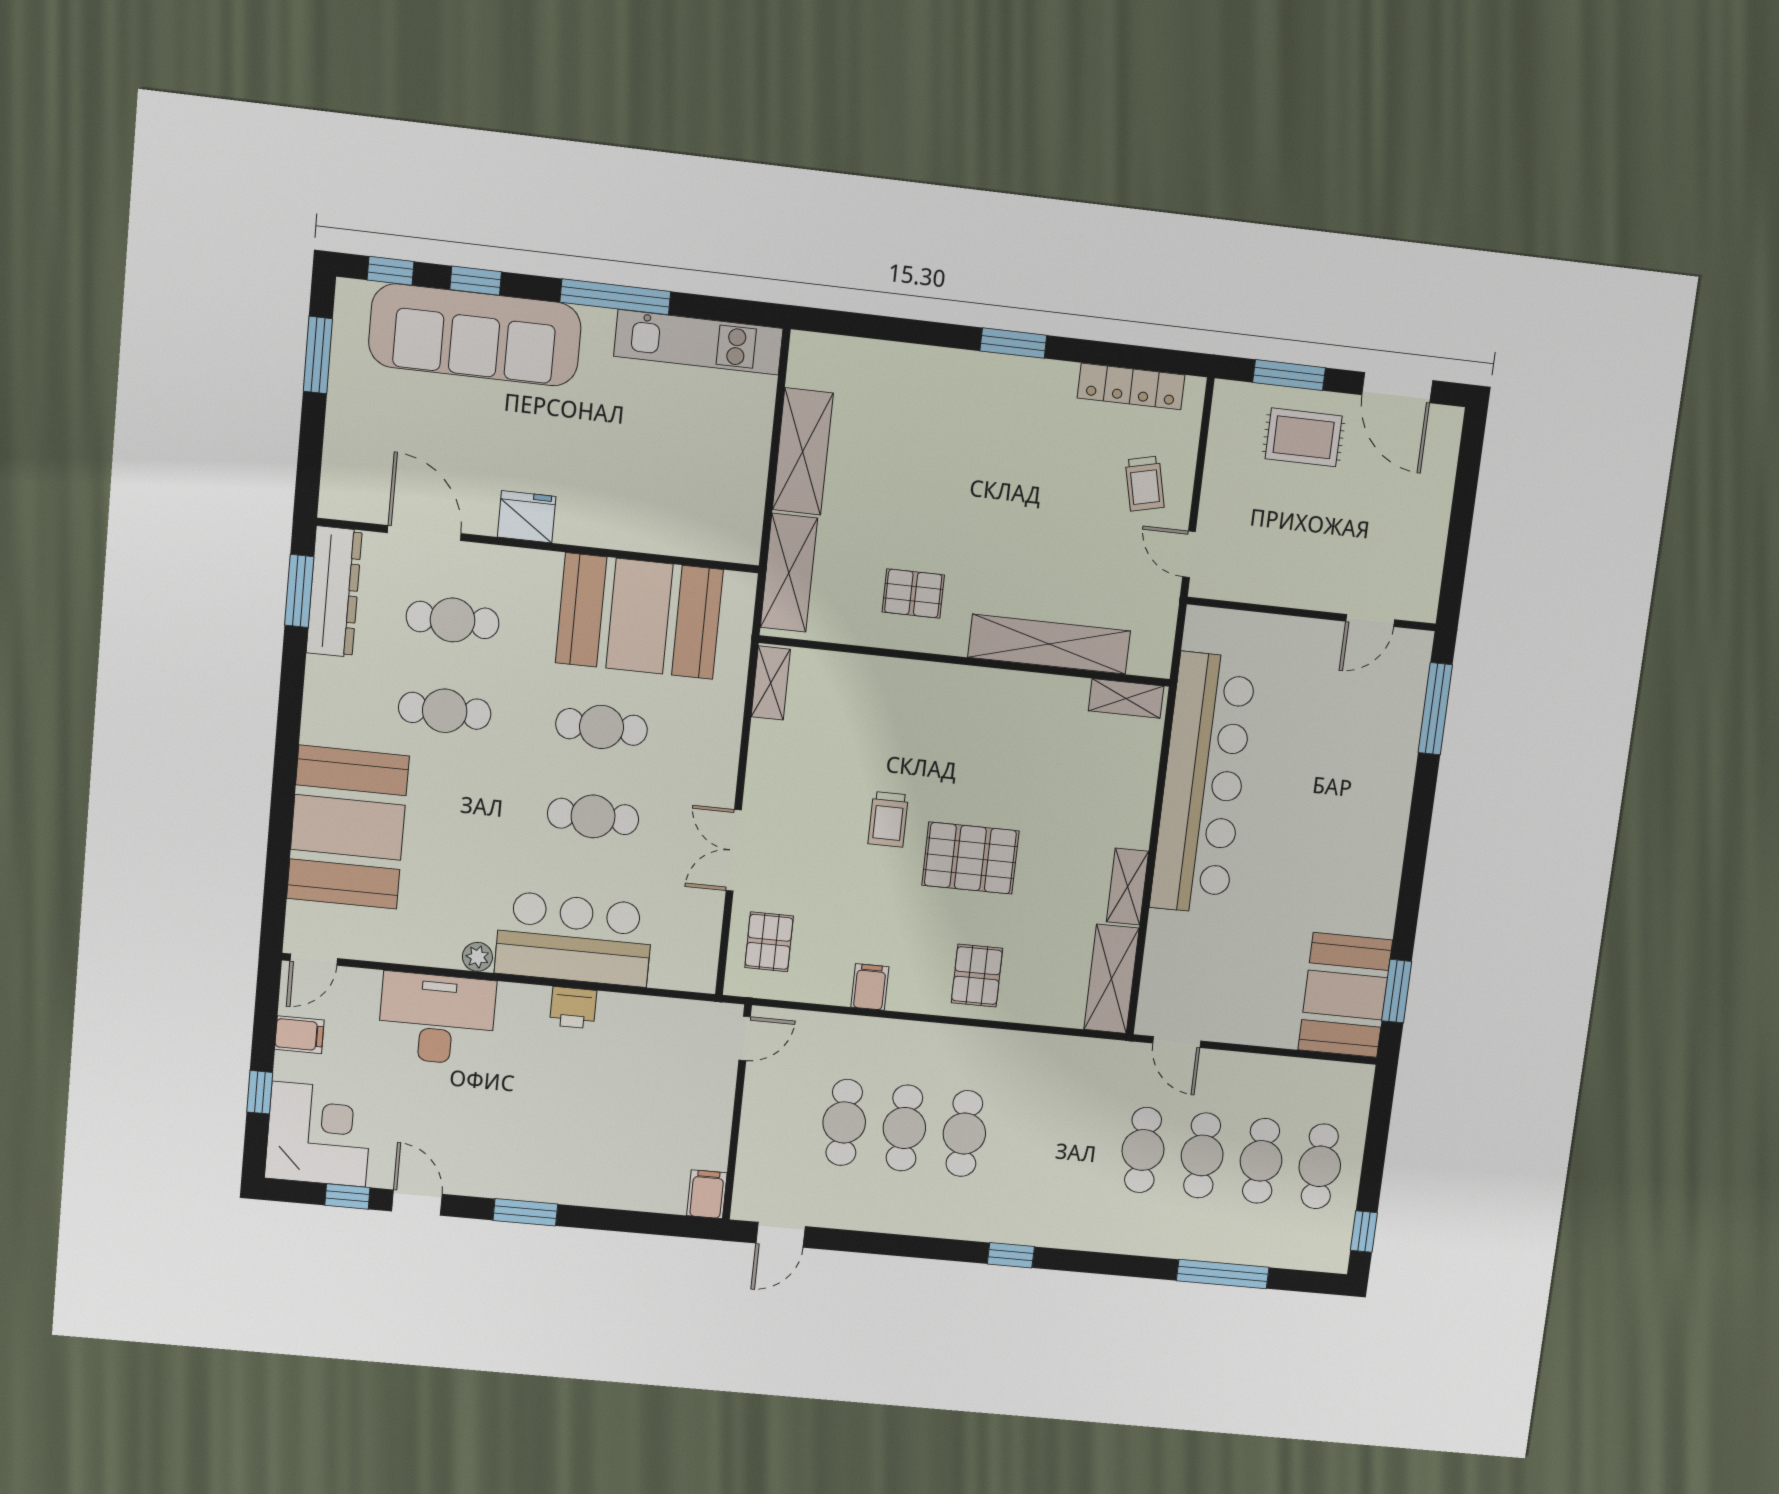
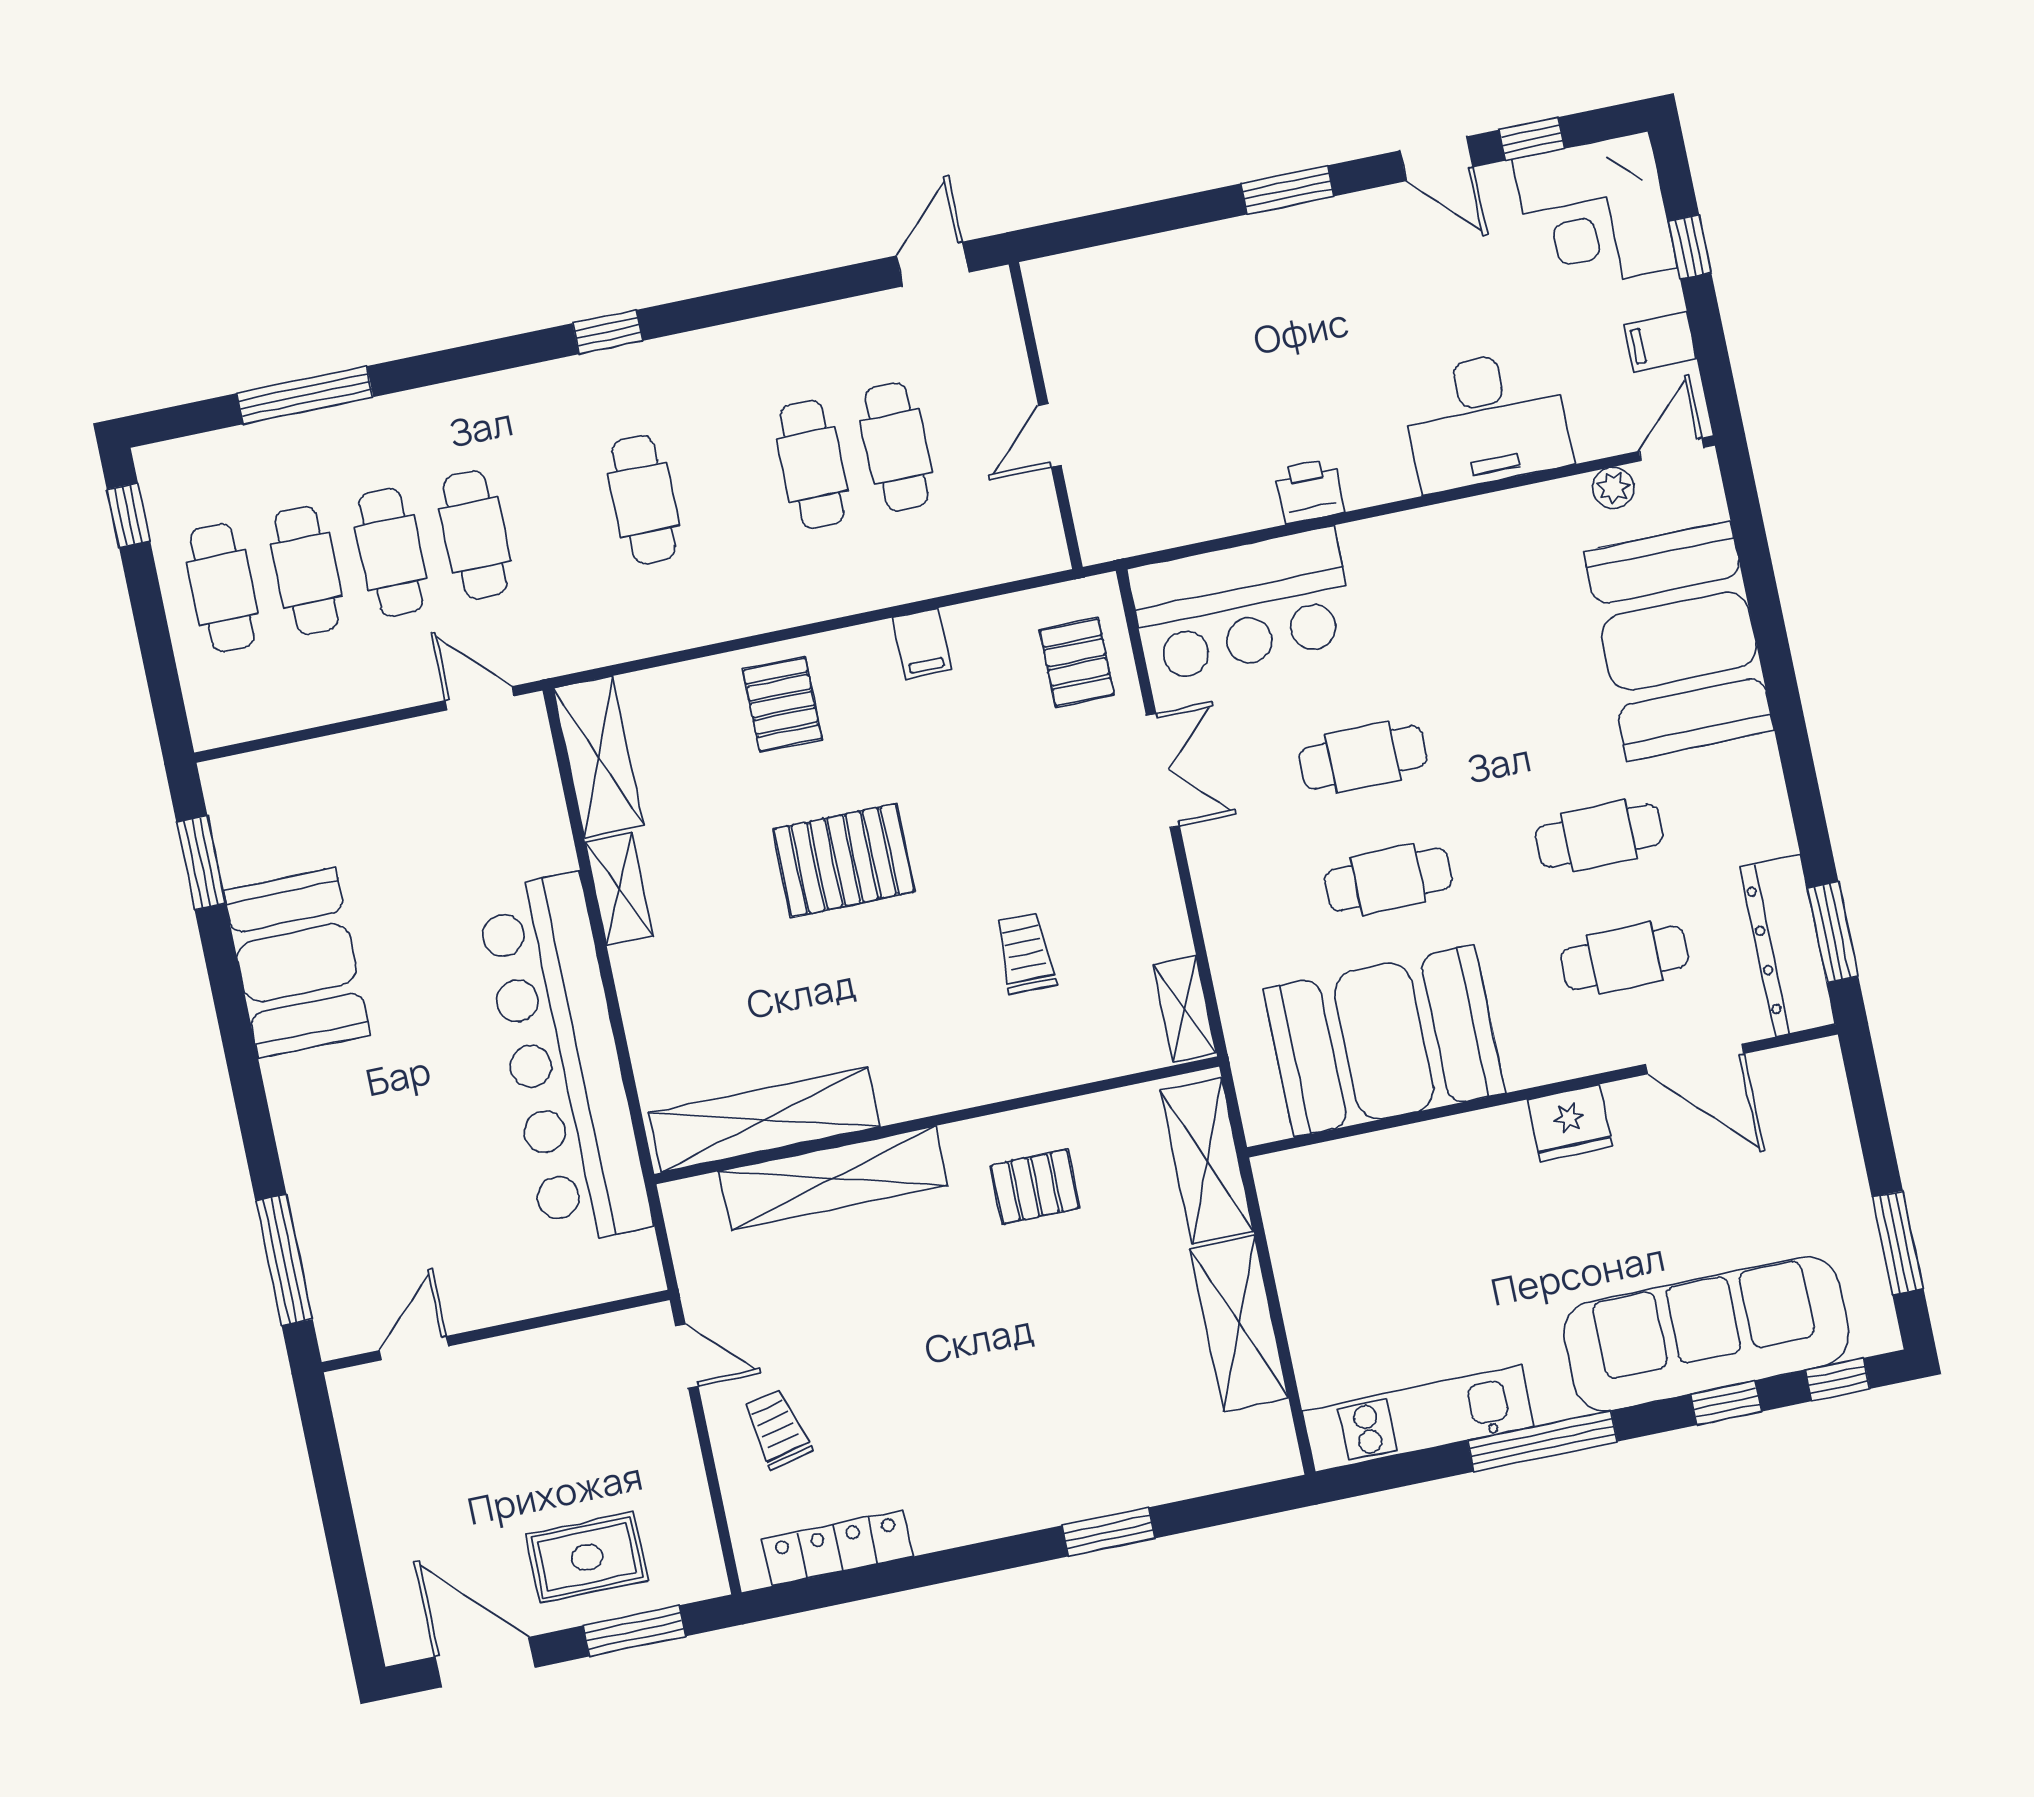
window: (1013, 343) -> (1108, 1532), moved
shelving: (1126, 698) -> (764, 1120), width x2.20, depth x1.33
trolley: (888, 819) -> (1025, 953), moved
bar counter: (574, 939) -> (1242, 605), moved
plant: (477, 957) -> (1613, 488), moved
booth: (1345, 995) -> (297, 963), moved
door: (745, 1038) -> (1050, 435), moved
cafe table: (964, 1134) -> (644, 500), moved
filing cabinet: (707, 1194) -> (1051, 290), removed

